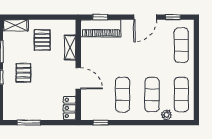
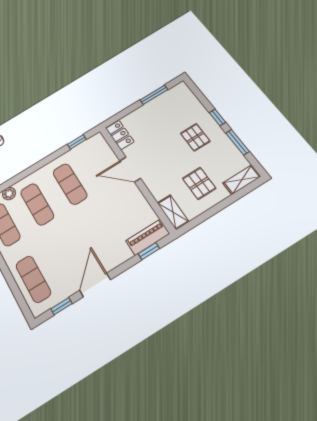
piano: (101, 28) -> (148, 237), width x0.73, depth x0.75
shelving: (70, 47) -> (173, 212), moved

